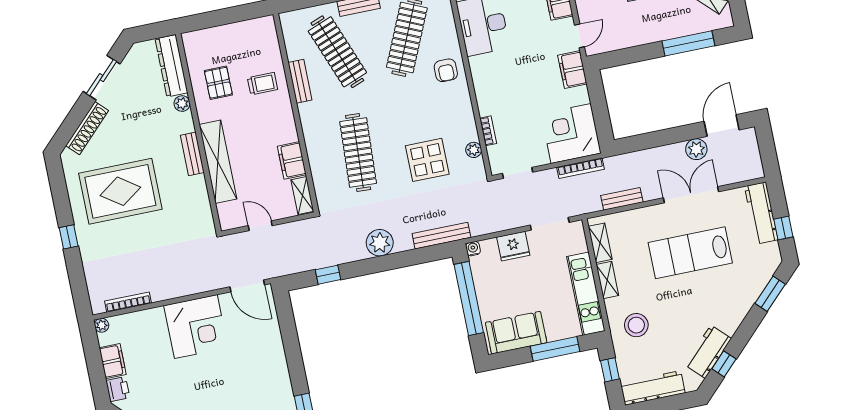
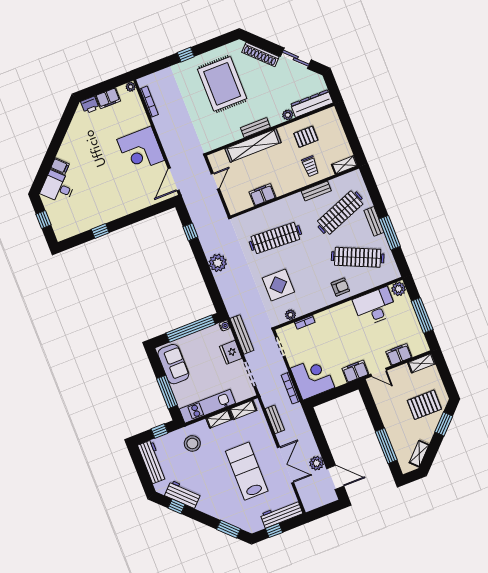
armchair: (446, 70) -> (340, 287), turned 180
shelving: (302, 195) -> (345, 165), moved
bench: (441, 236) -> (242, 334), moved

